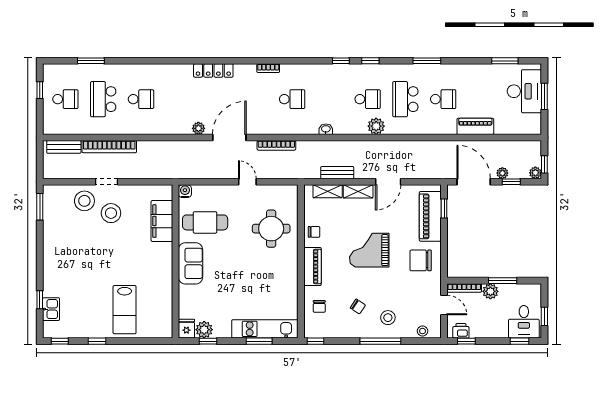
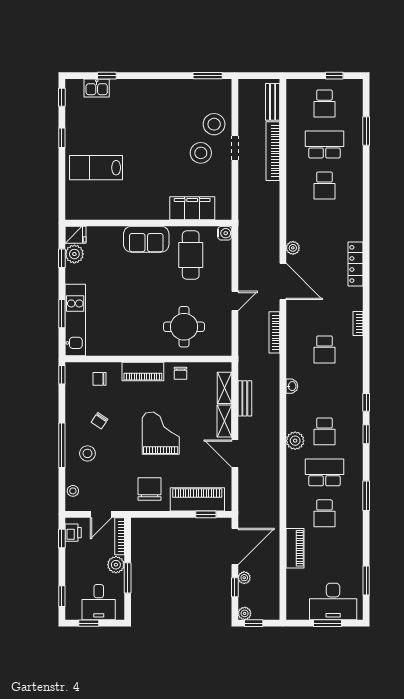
desk: (524, 322) -> (99, 602), moved, turned -90

